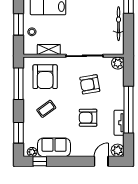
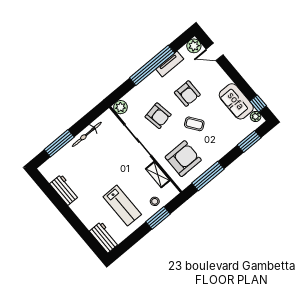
coffee table: (46, 109) -> (194, 124), moved

